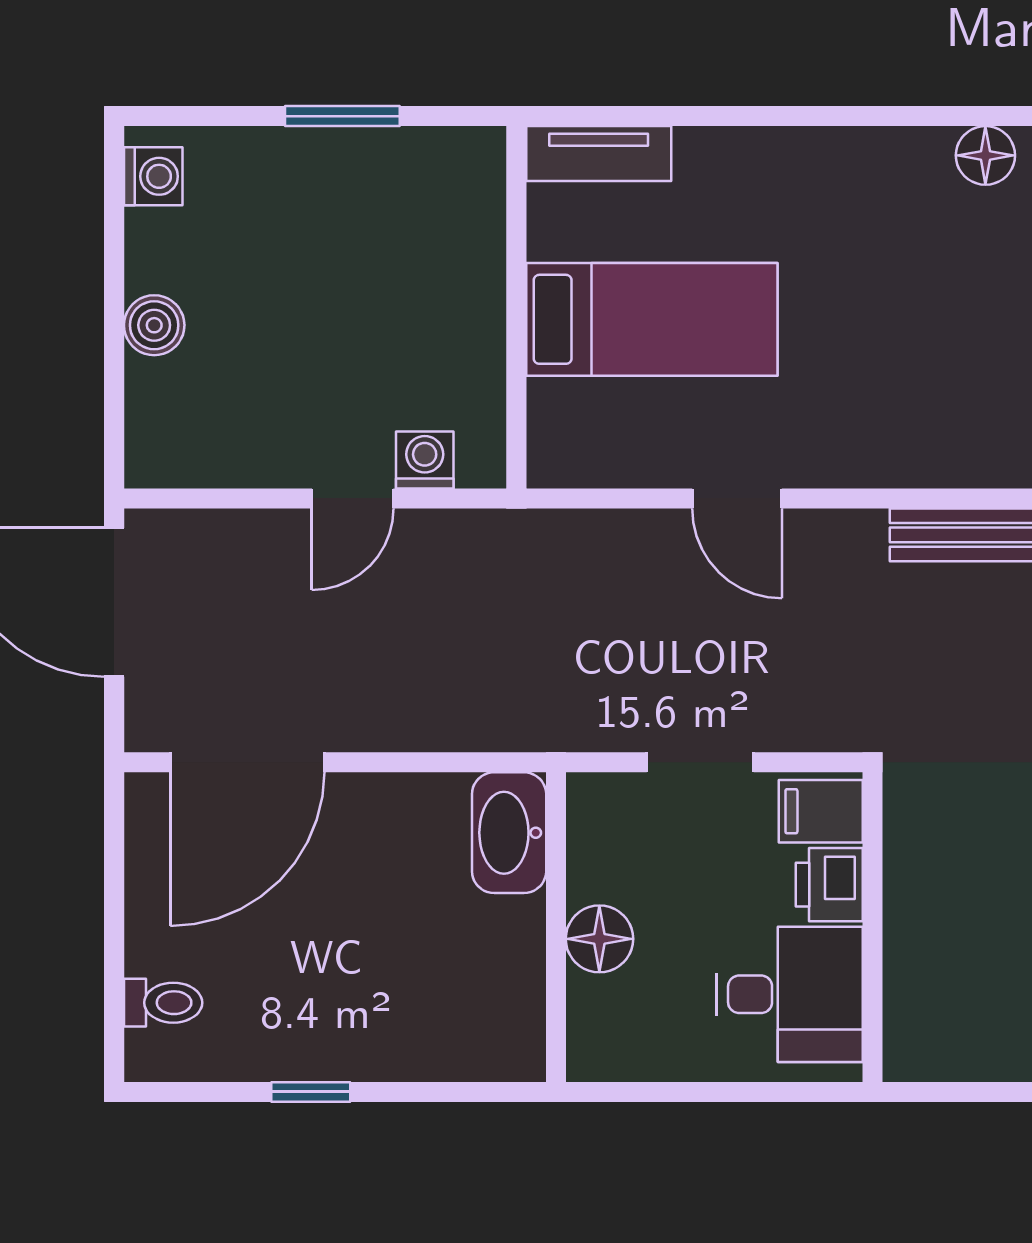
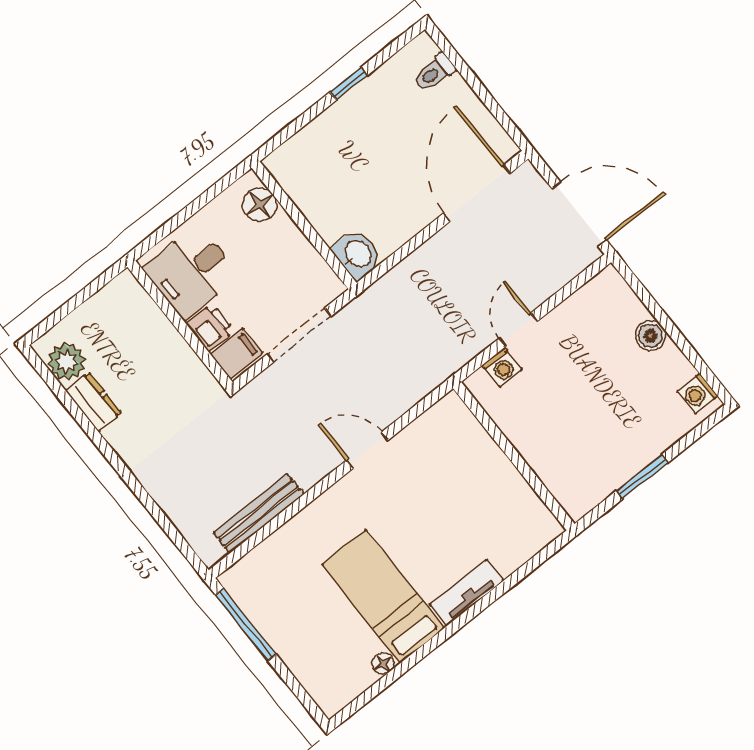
tv unit: (599, 154) -> (466, 593), moved
floor lamp: (985, 155) -> (383, 663), width x0.73, depth x0.73
bed: (652, 319) -> (383, 596), moved, turned 90
doorway: (700, 762) -> (299, 335), width x1.38
washbasin: (509, 833) -> (357, 254), width x0.72
floor lamp: (599, 939) -> (260, 205), moved

